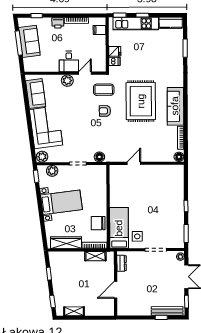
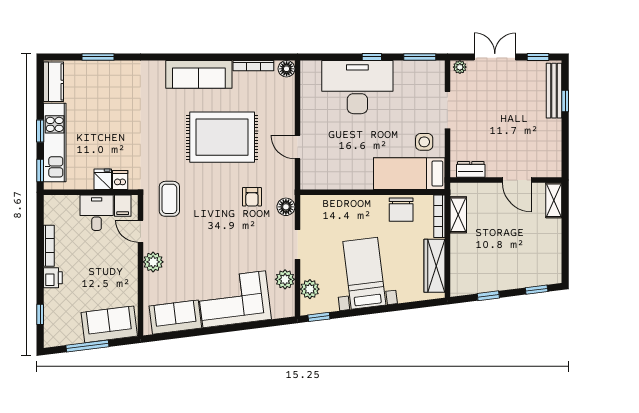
filing cabinet: (99, 30) -> (123, 206), moved
sofa: (29, 41) -> (109, 324), moved
desk: (69, 61) -> (97, 213), moved, turned -90
rug: (141, 101) -> (222, 137), moved
armchair: (105, 111) -> (252, 197), moved
plant: (42, 157) -> (285, 279), moved
desk: (169, 198) -> (357, 87), added
shelving: (74, 311) -> (554, 200), moved

